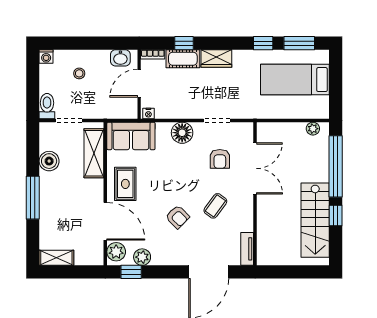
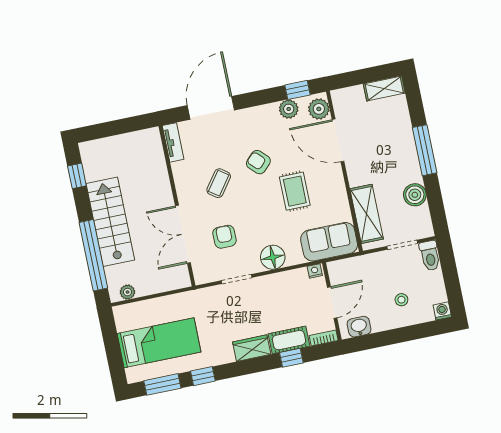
rug: (125, 184) -> (295, 191), moved
window: (336, 215) -> (77, 176), moved
stairs: (315, 220) -> (110, 222), moved

